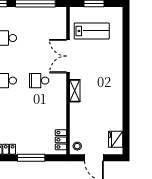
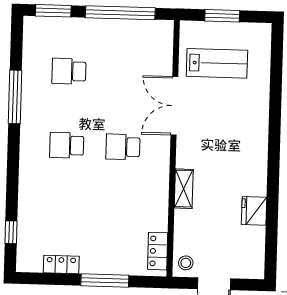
shelving: (75, 91) -> (184, 189), moved
fridge: (116, 139) -> (254, 211), moved

